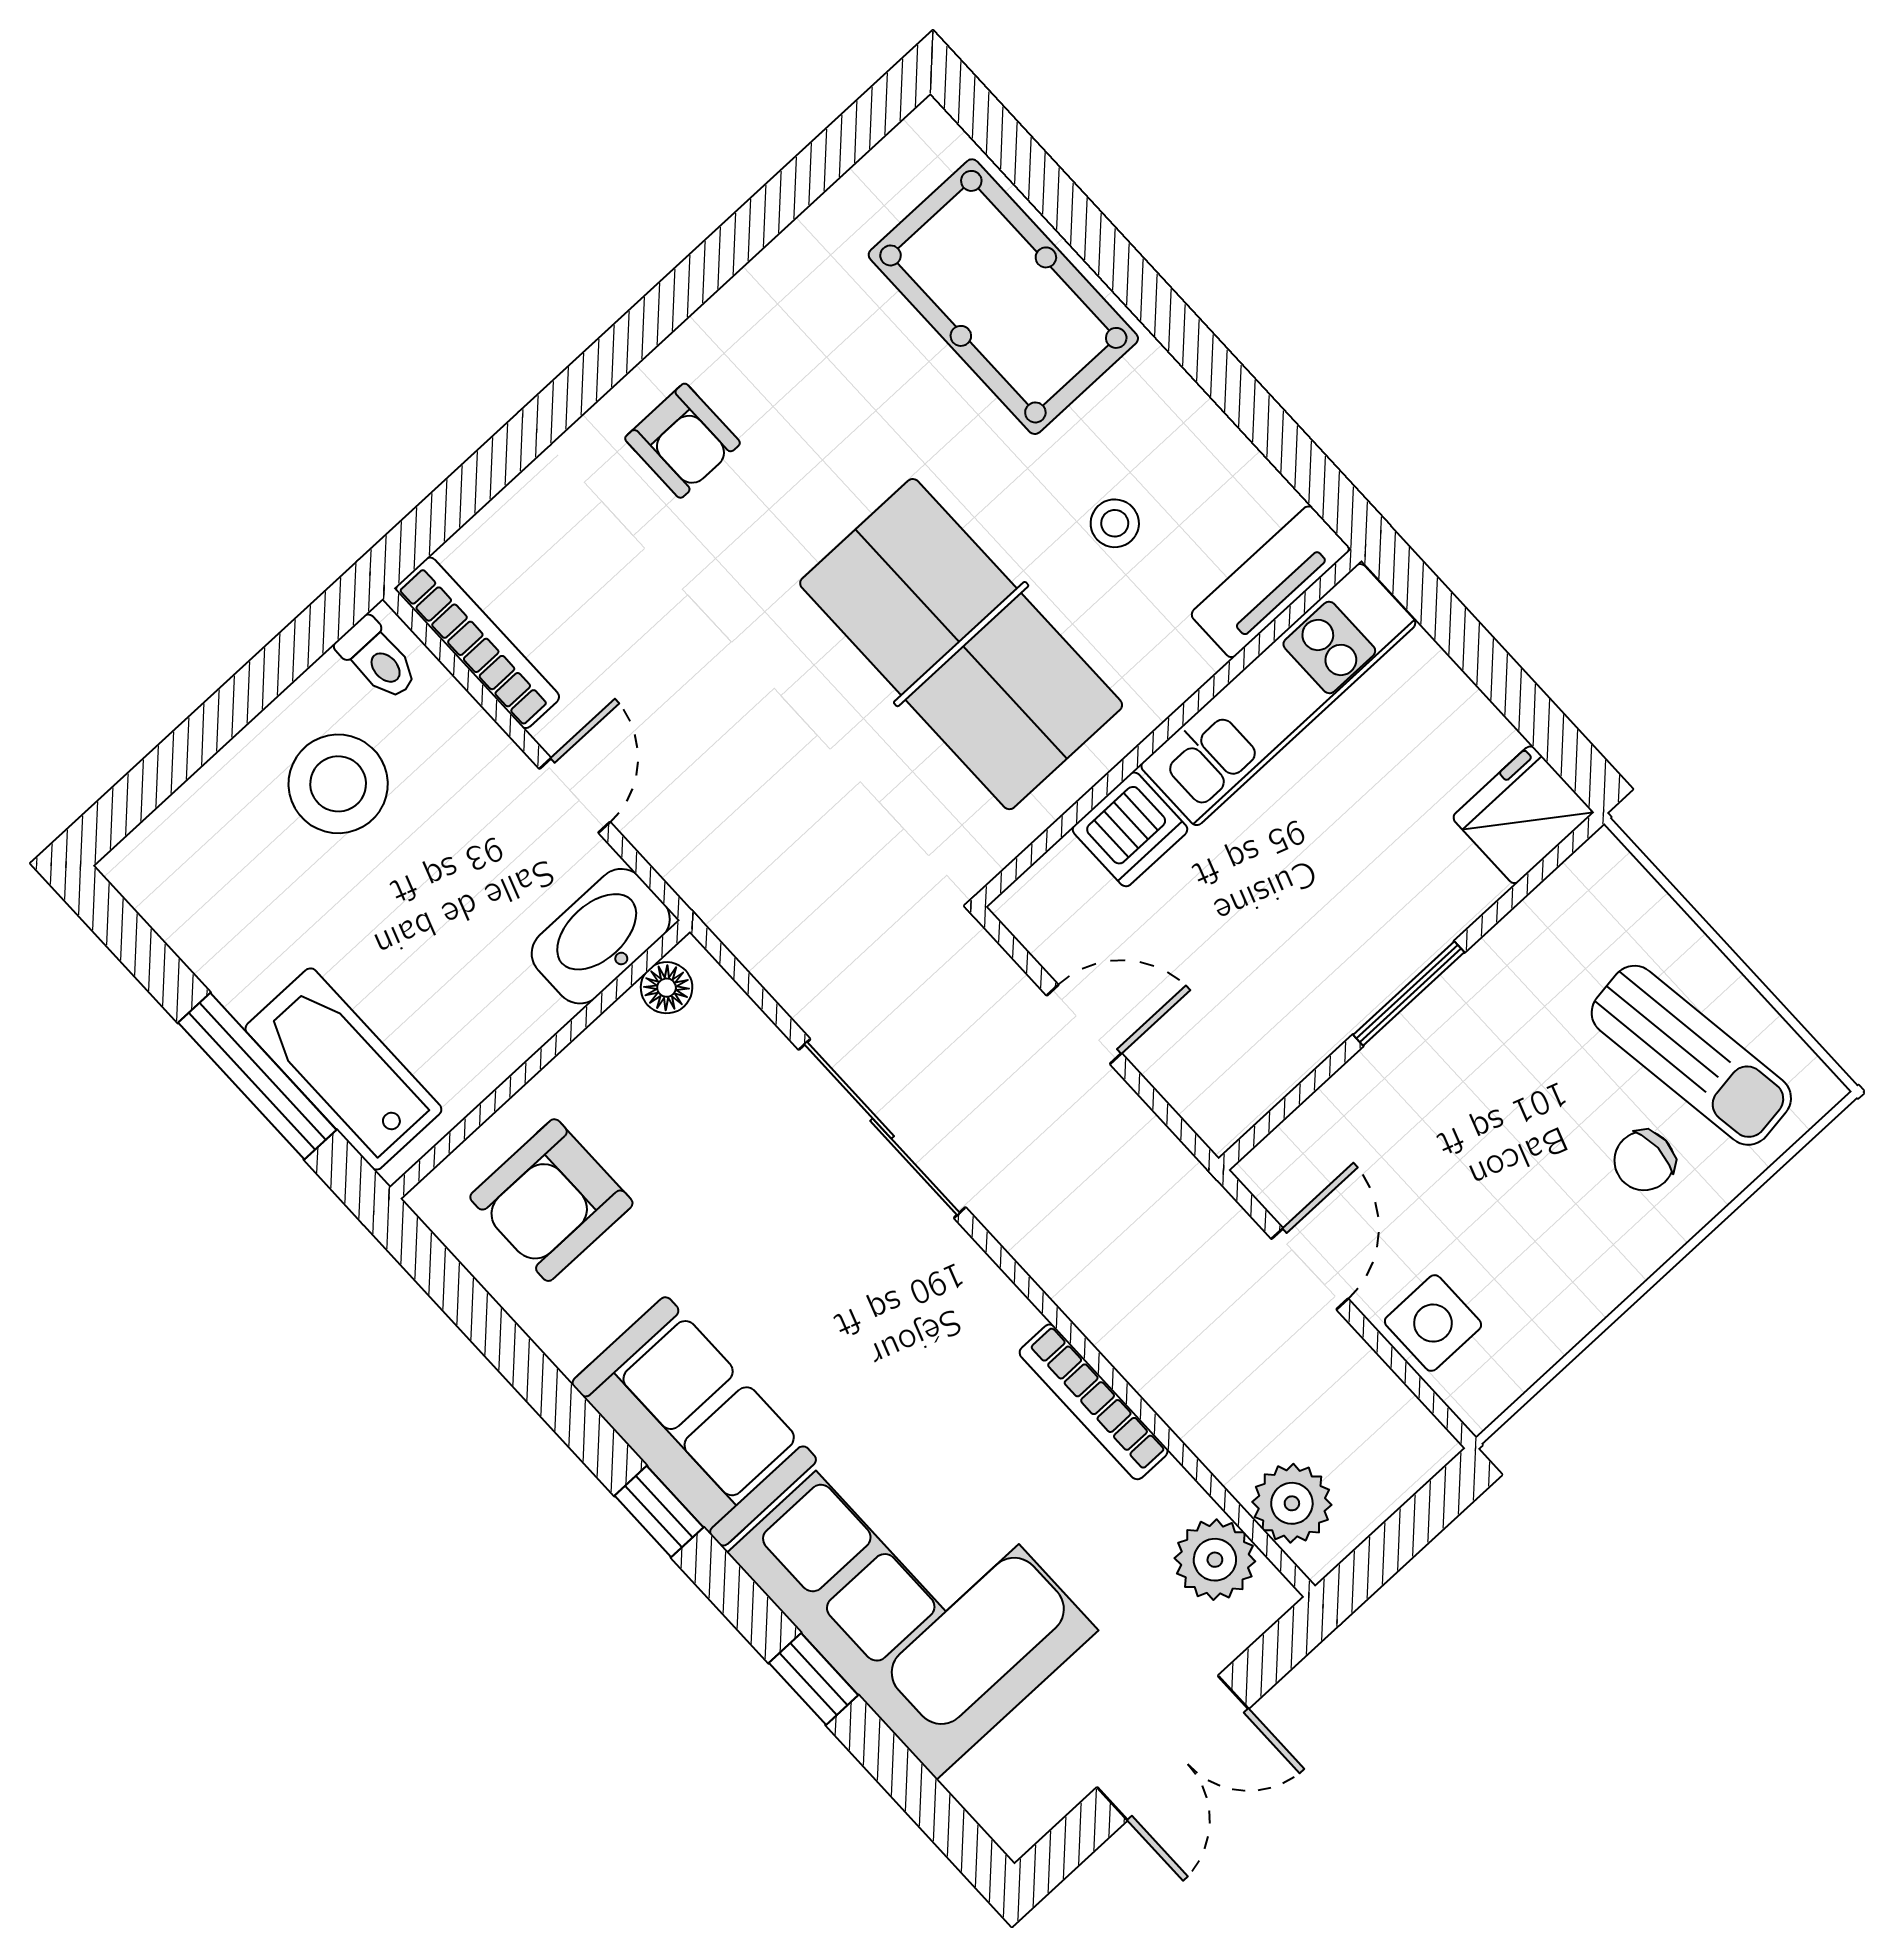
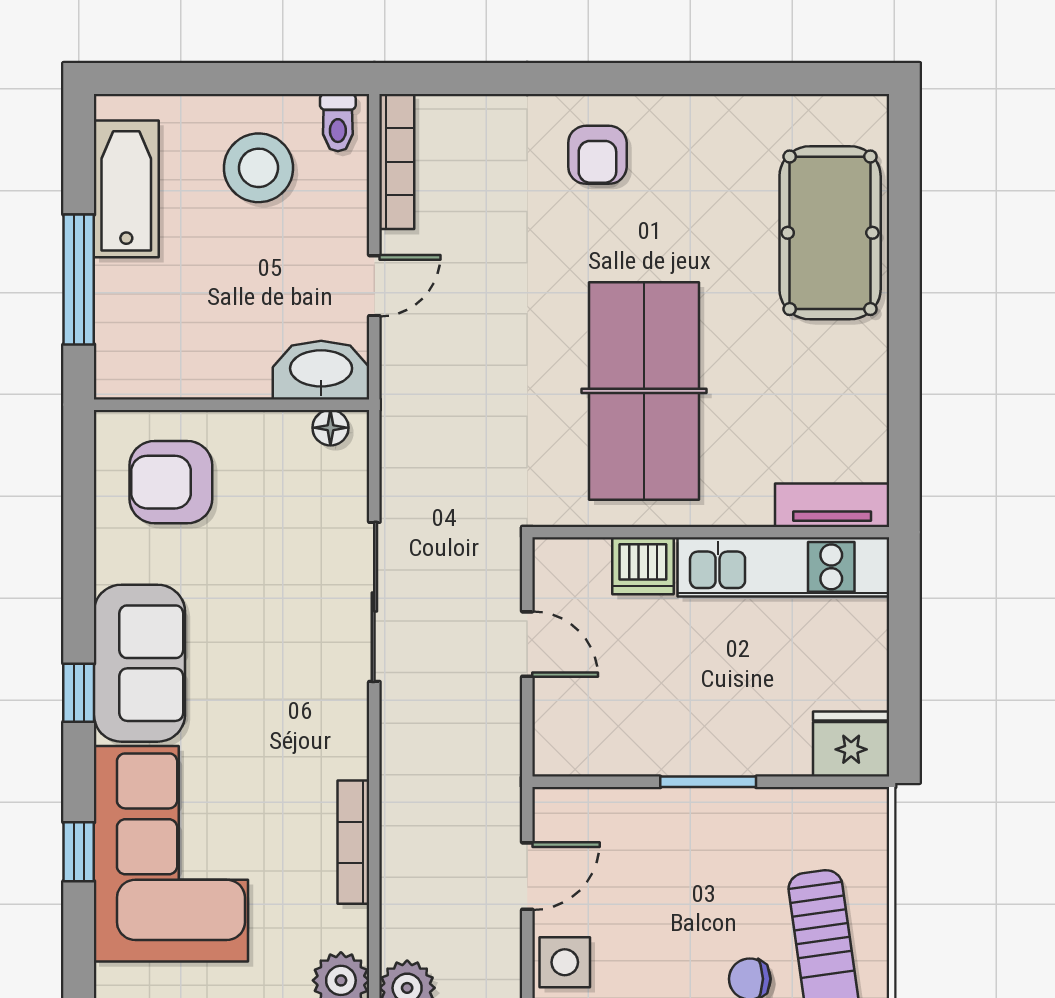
stool: (1115, 523) -> (780, 402), removed
bathtub: (343, 1069) -> (126, 189), moved

